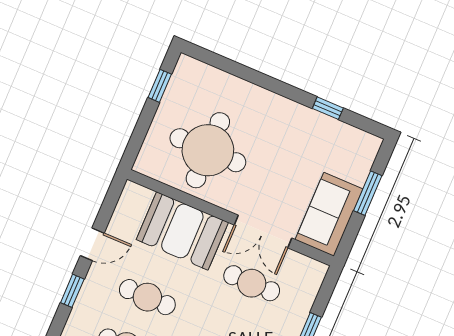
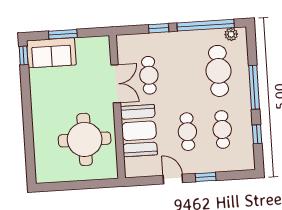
window: (160, 86) -> (61, 186), removed
window: (328, 108) -> (24, 55), moved
sofa: (329, 214) -> (51, 53), moved

